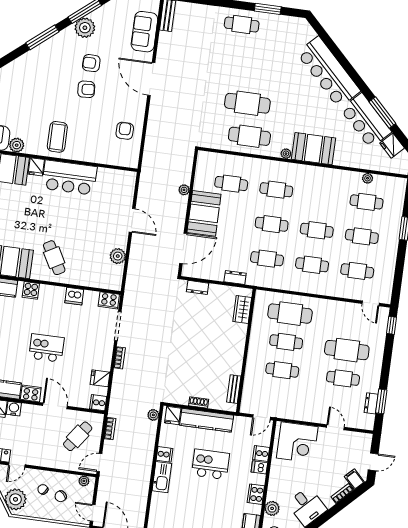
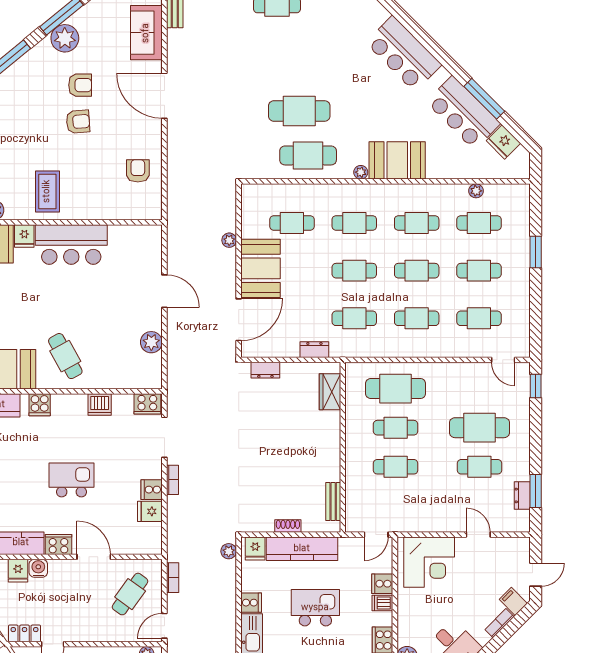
armchair: (91, 63) -> (80, 85), turned 180
bar counter: (328, 72) -> (404, 54), width x0.73
cafe table: (321, 196) -> (417, 223), added
cooker: (98, 403) -> (152, 490), moved

